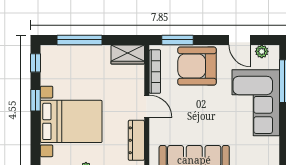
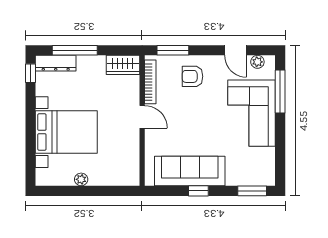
armchair: (197, 66) -> (193, 76), width x0.53, depth x0.53
window: (35, 100) -> (30, 111), removed
dresser: (136, 140) -> (56, 63), moved, turned -90

